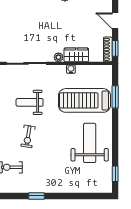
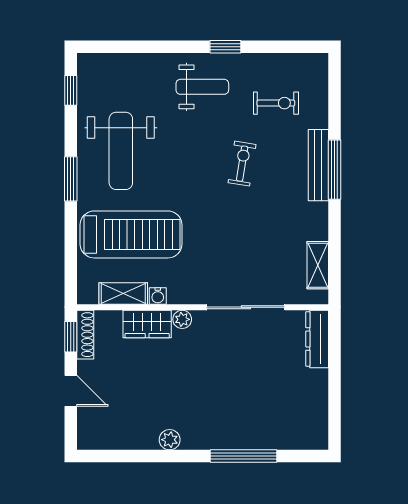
shelving: (88, 70) -> (123, 293), added
window: (115, 97) -> (71, 179), moved
weight bench: (30, 102) -> (202, 87), moved

